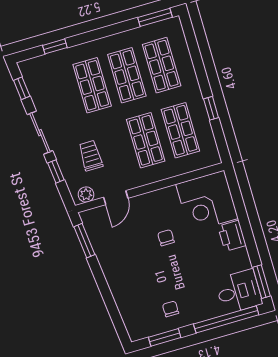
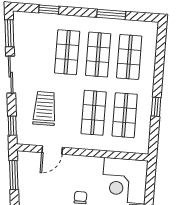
window: (155, 17) -> (111, 14), moved
window: (22, 88) -> (9, 33), width x1.50
trolley: (91, 156) -> (45, 108), width x1.36, depth x1.39
window: (56, 171) -> (12, 126), moved
plant: (86, 195) -> (29, 138), removed

